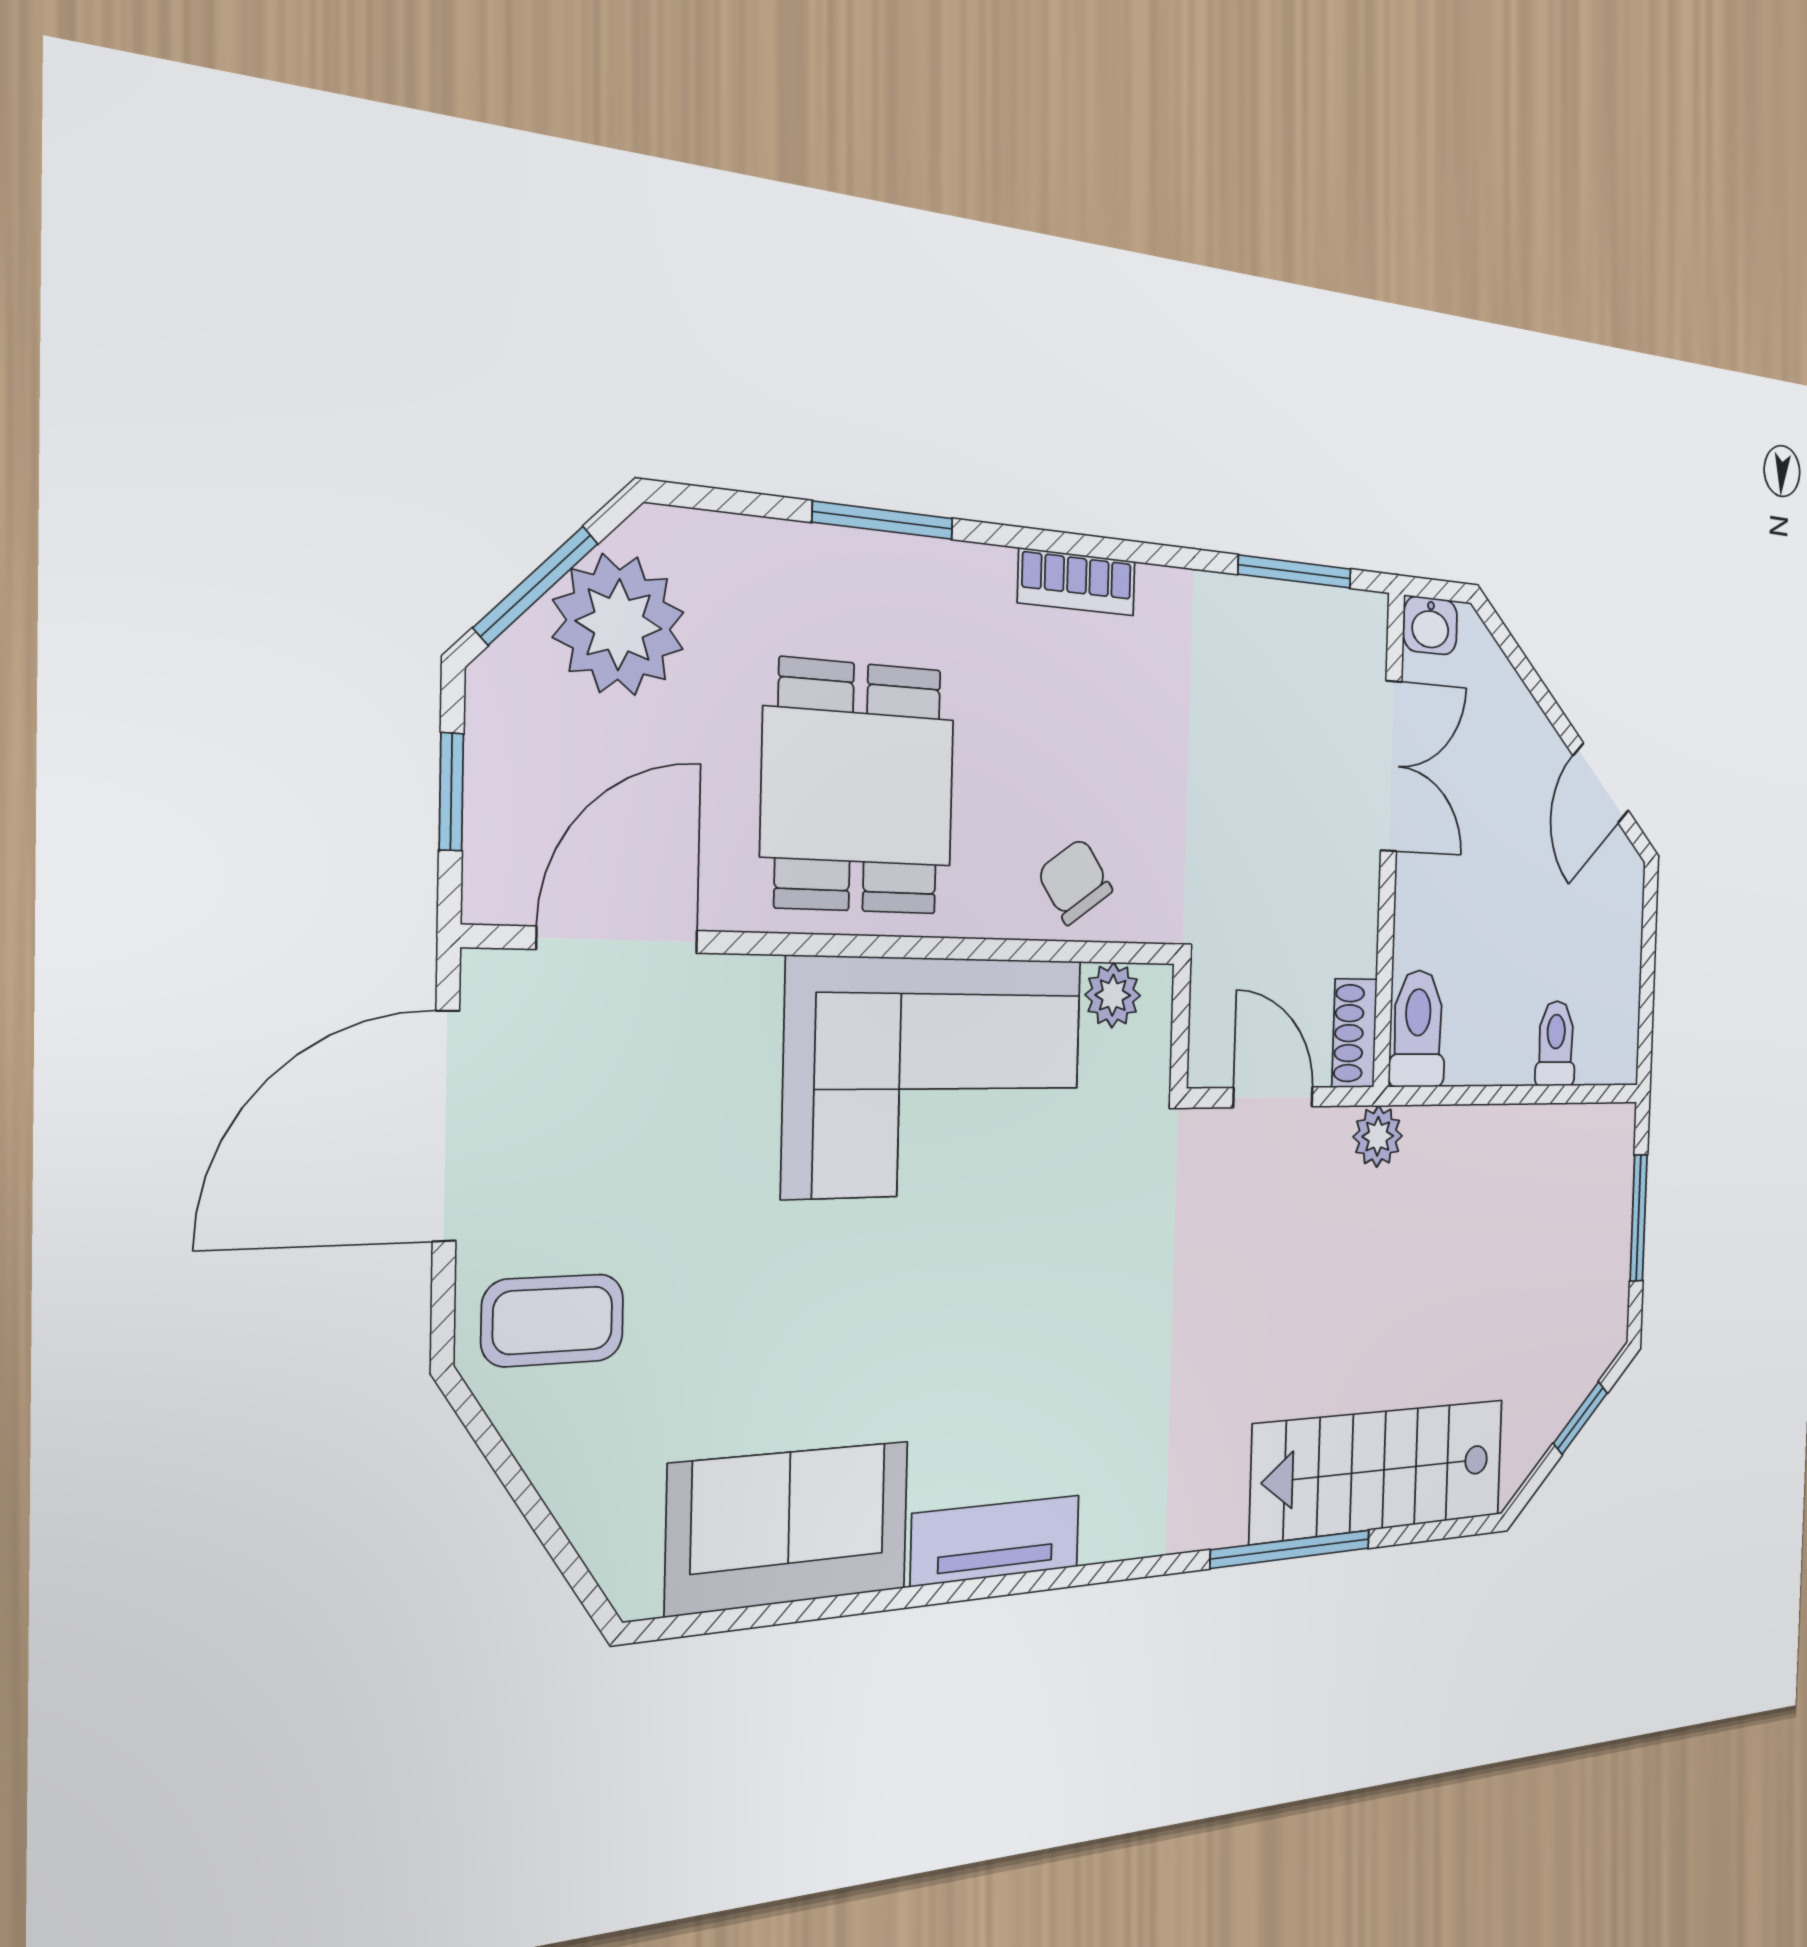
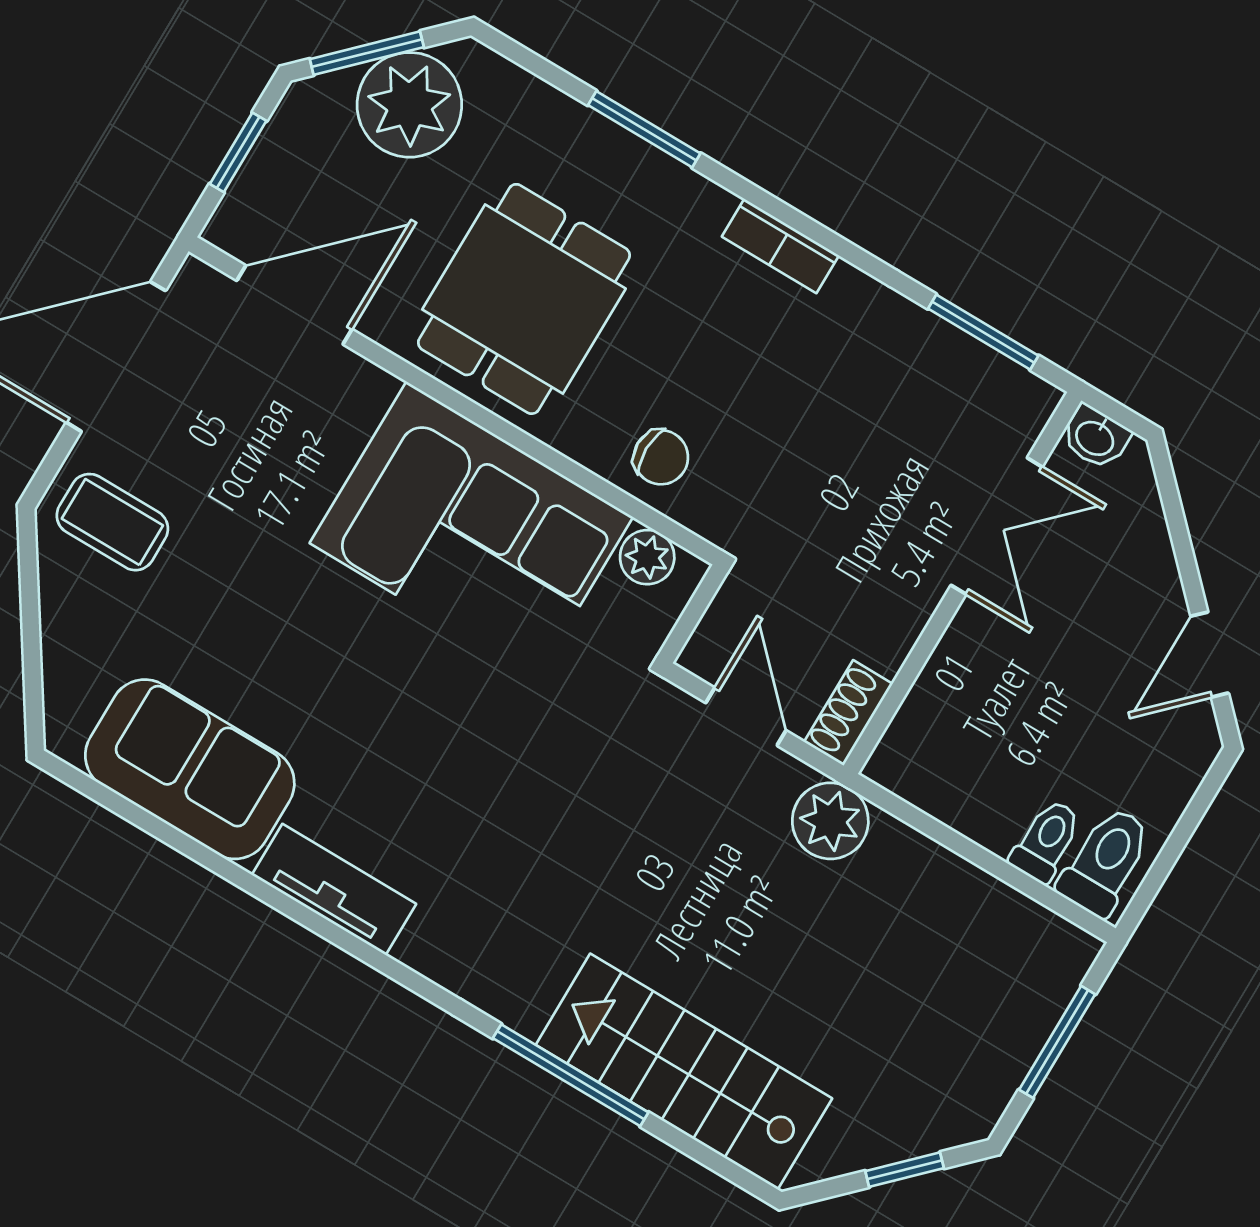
chair: (1075, 881) -> (661, 457), turned 125
toilet: (1418, 1029) -> (1105, 861), moved
plant: (1378, 1136) -> (830, 821), width x1.38, depth x1.38

